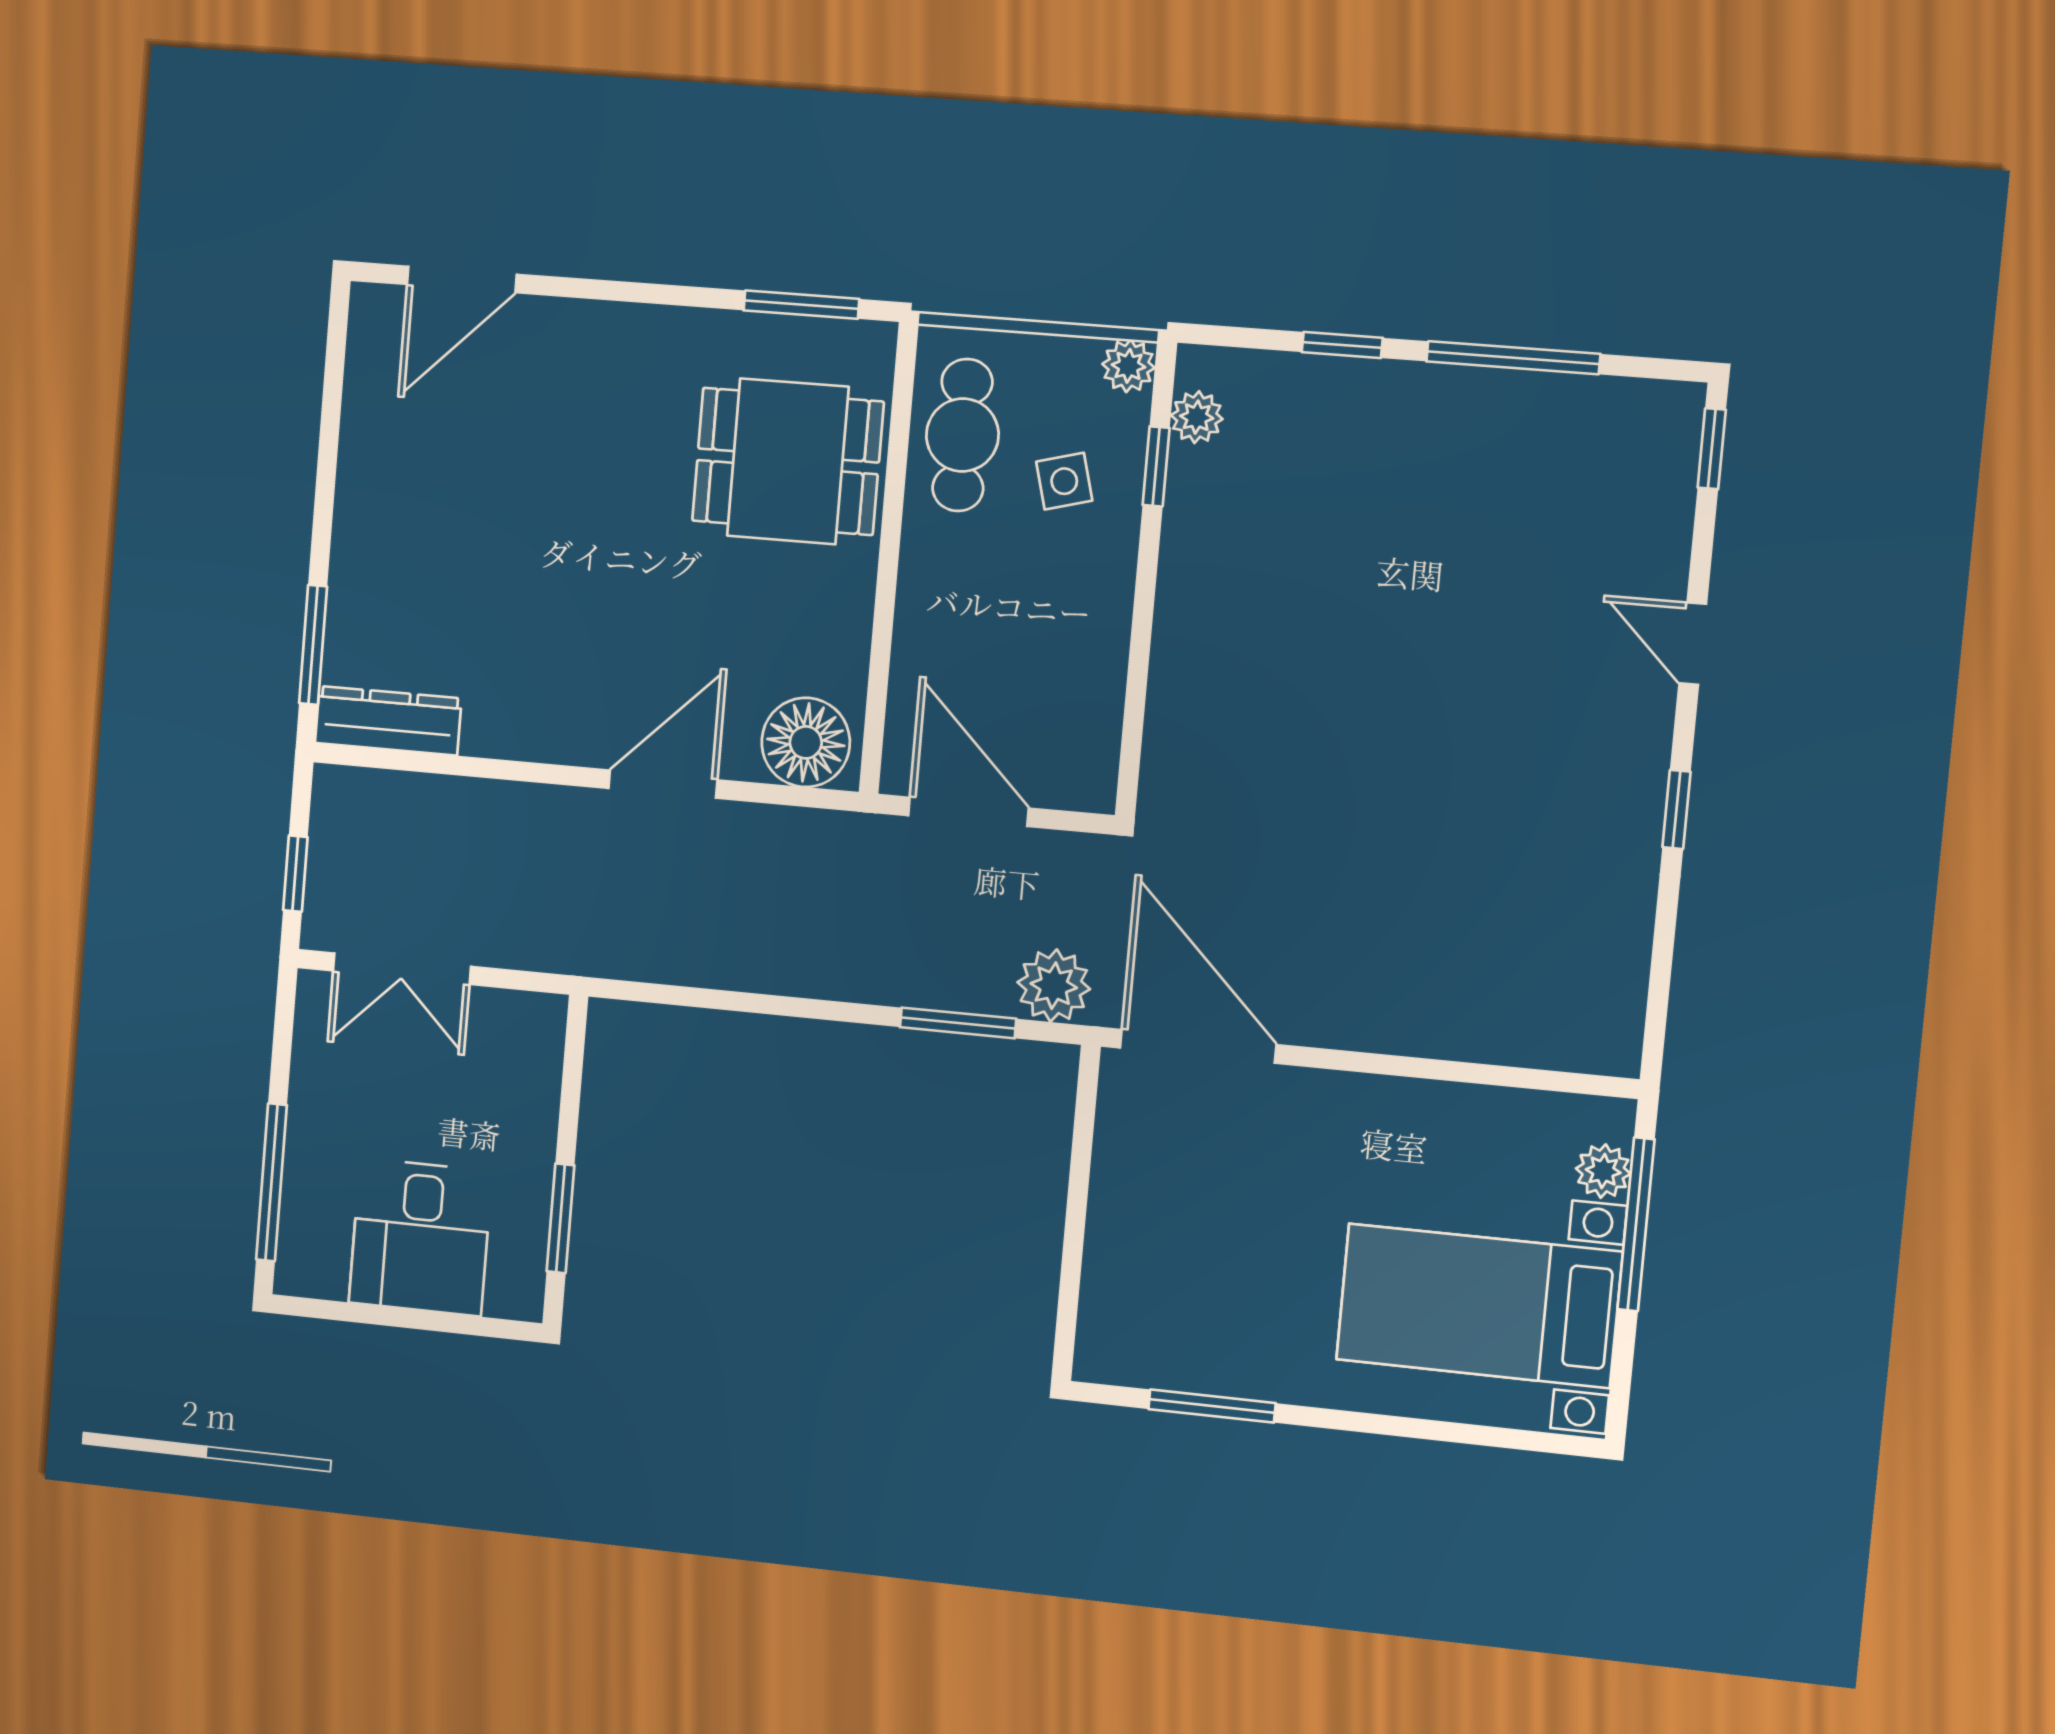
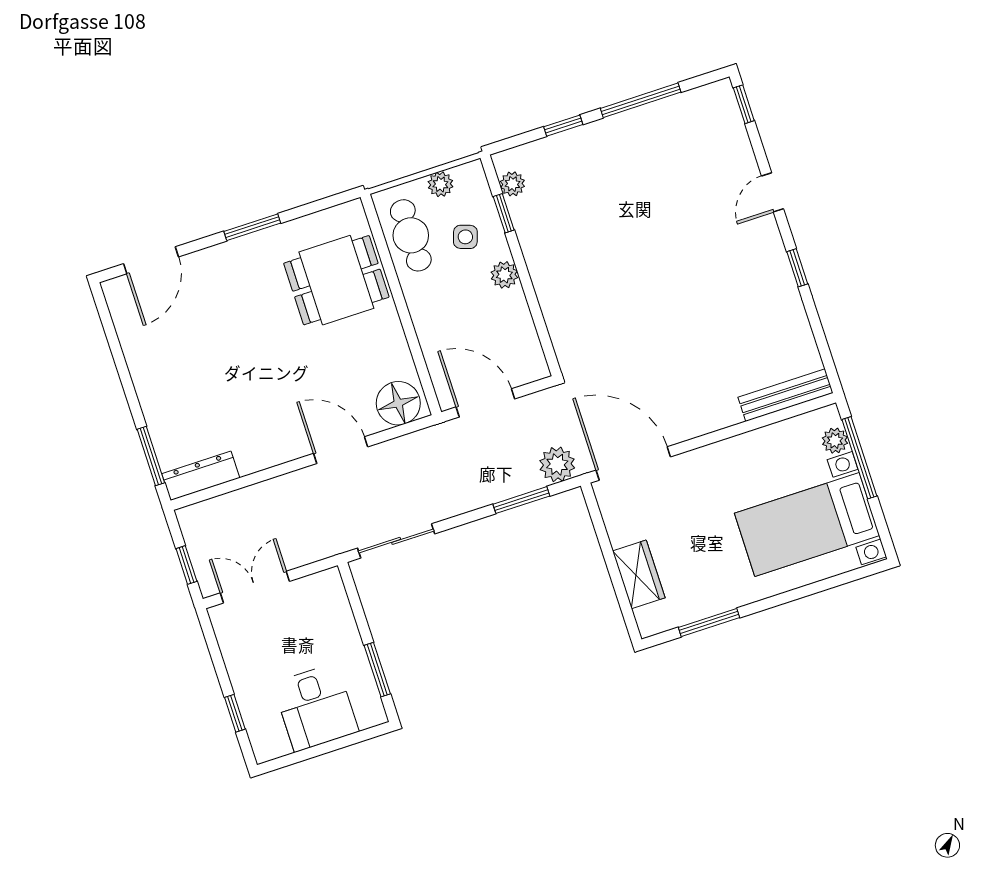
window: (801, 305) -> (252, 227), moved
plant: (1128, 366) -> (440, 184), moved
side table: (1064, 481) -> (465, 237), turned 34
plant: (1107, 585) -> (504, 275), added
door: (1693, 644) -> (773, 192), hinge flipped
door: (663, 784) -> (341, 450), hinge flipped
double door: (402, 969) -> (255, 587), swing flipped
sliding door: (694, 997) -> (396, 541), added
bench: (1546, 1043) -> (785, 395), added
window: (271, 1182) -> (235, 713), width x0.46
wardrobe: (1118, 1258) -> (639, 574), added

